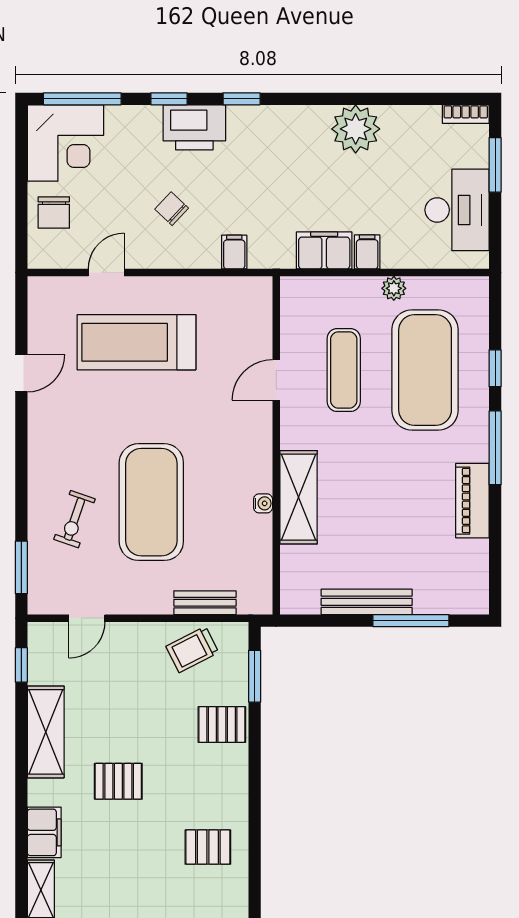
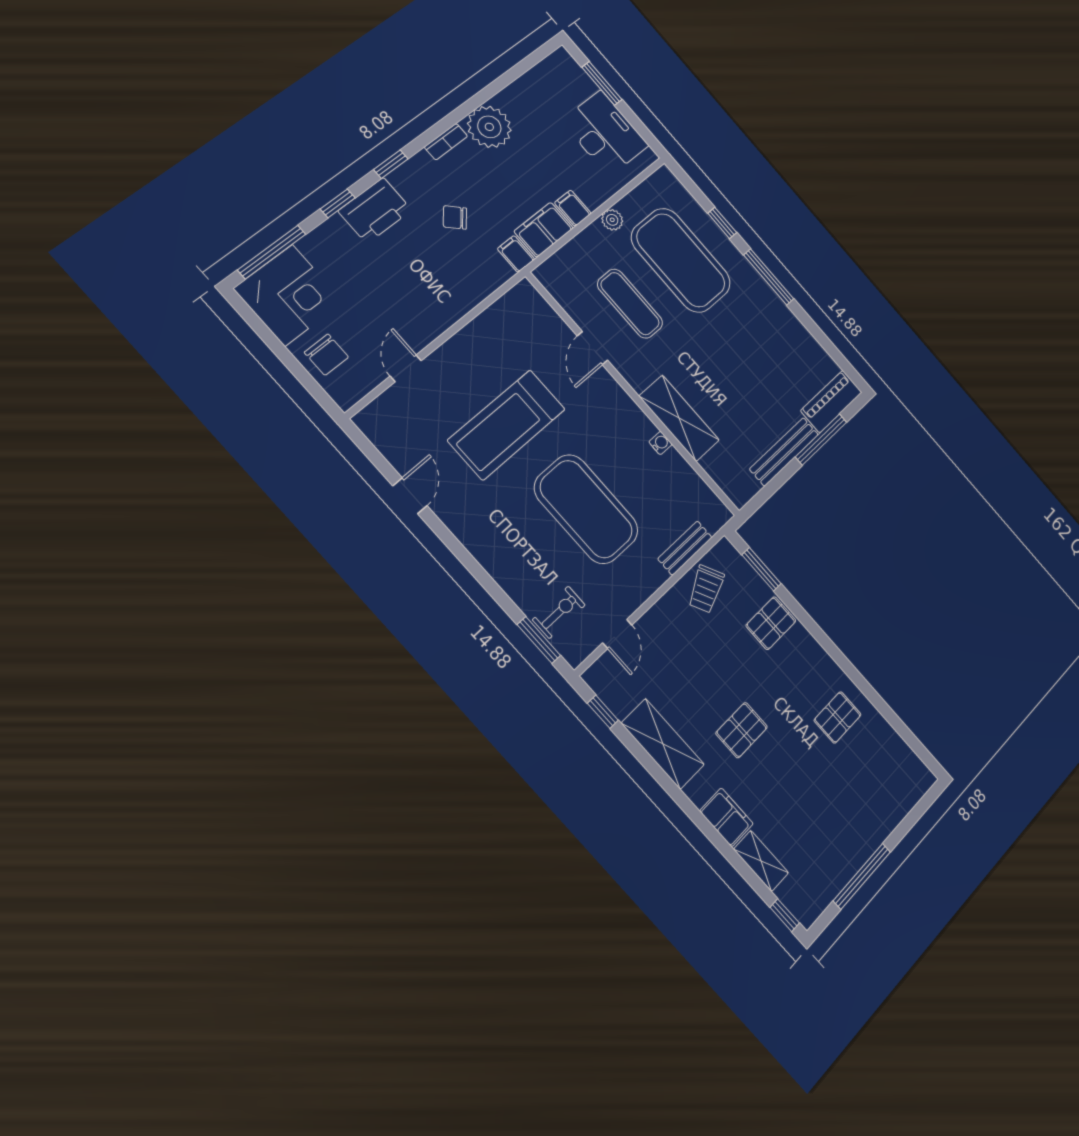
bookcase: (466, 114) -> (446, 142), moved
chair: (172, 209) -> (455, 217), moved
filing cabinet: (234, 252) -> (516, 254), moved
treadmill: (136, 342) -> (507, 425), moved
piano: (472, 501) -> (831, 401), moved, turned 90
exercise bike: (75, 519) -> (559, 612), moved, turned -109

